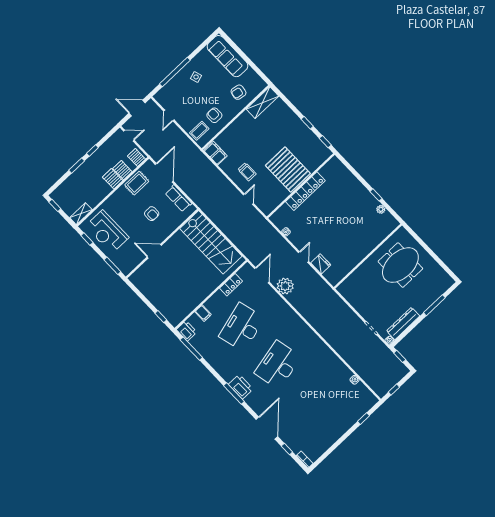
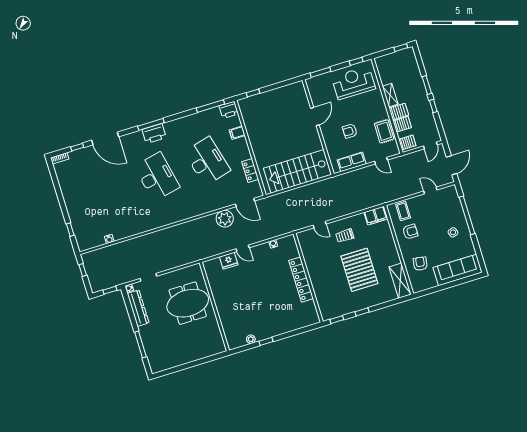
pallet: (288, 169) -> (359, 270), moved, turned 90
door: (164, 173) -> (381, 161), width x0.53
shelving: (81, 214) -> (390, 95), moved
meeting table: (400, 265) -> (188, 303), moved, turned 90

